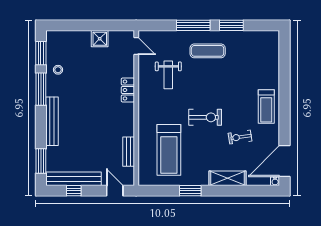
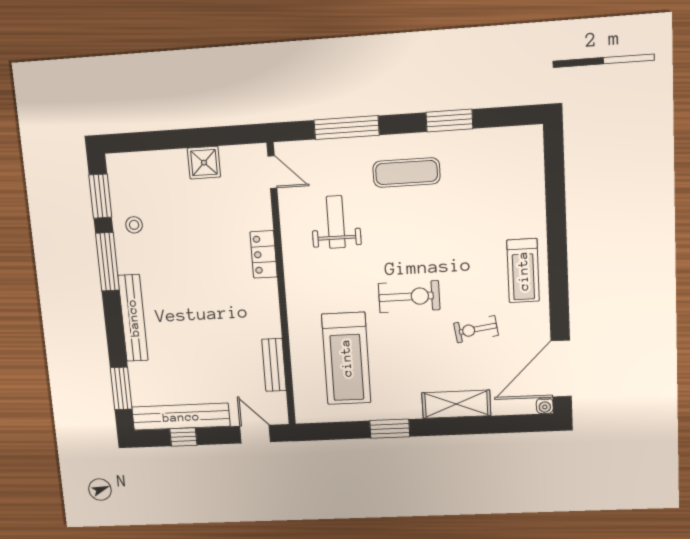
window: (193, 25) -> (347, 128), moved
weight bench: (168, 75) -> (336, 222), turned 180

